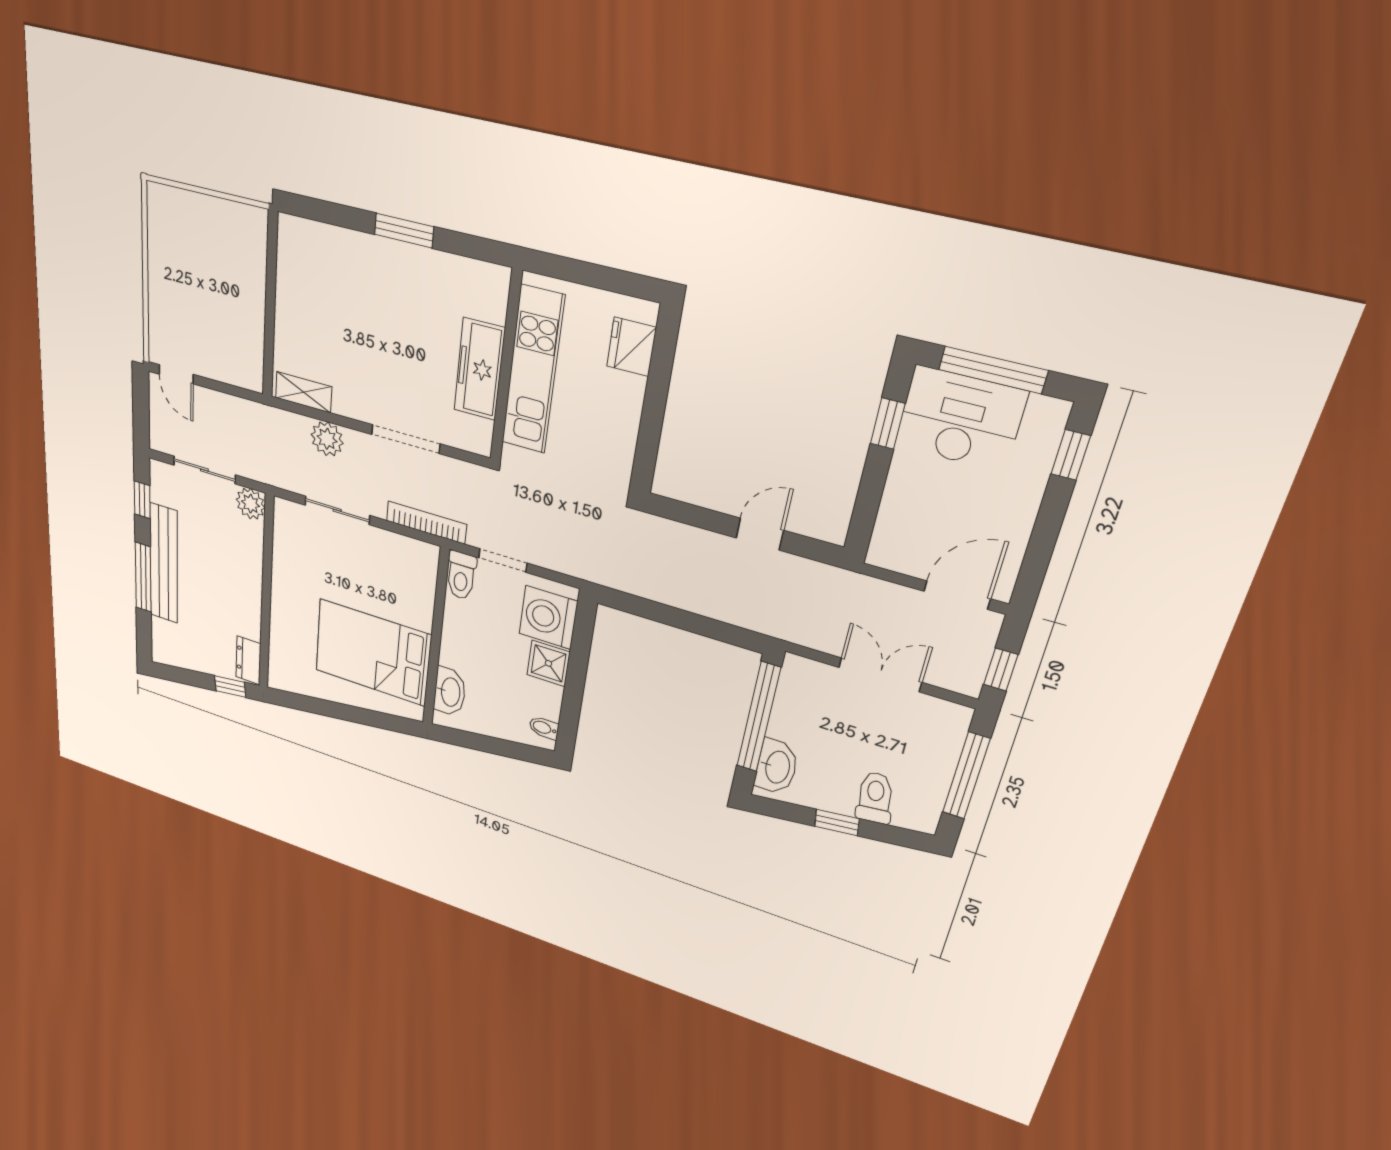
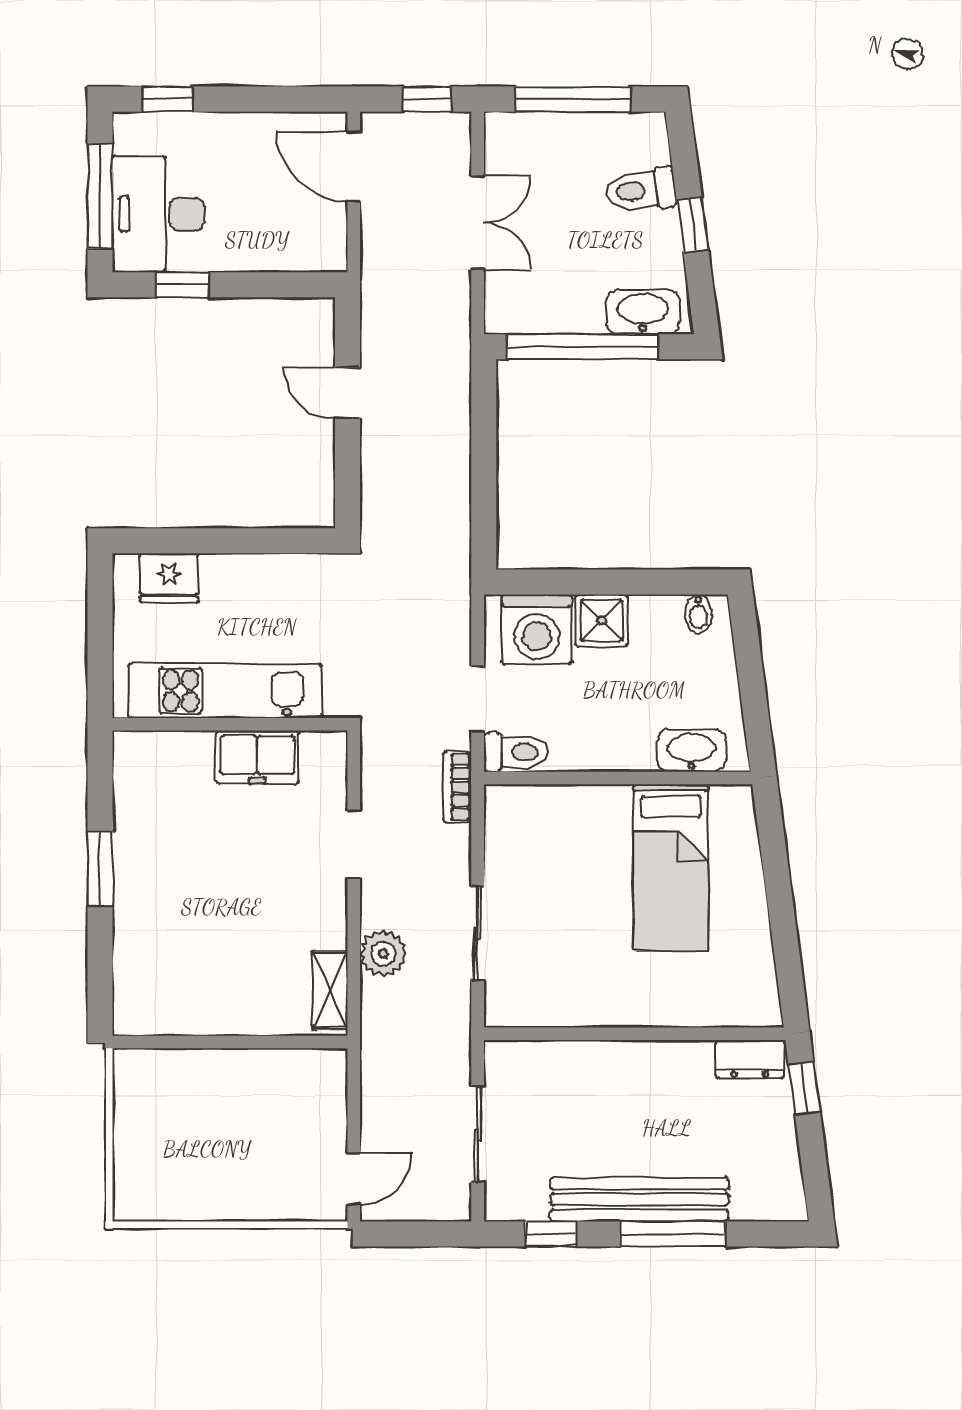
freezer: (479, 369) -> (257, 757), width x0.71
doorway: (406, 439) -> (354, 845), width x0.73
plant: (251, 504) -> (506, 1062), removed
bookcase: (426, 523) -> (457, 787), width x0.64
bed: (373, 653) -> (671, 867), width x0.67
double door: (880, 675) -> (478, 223), swing flipped

